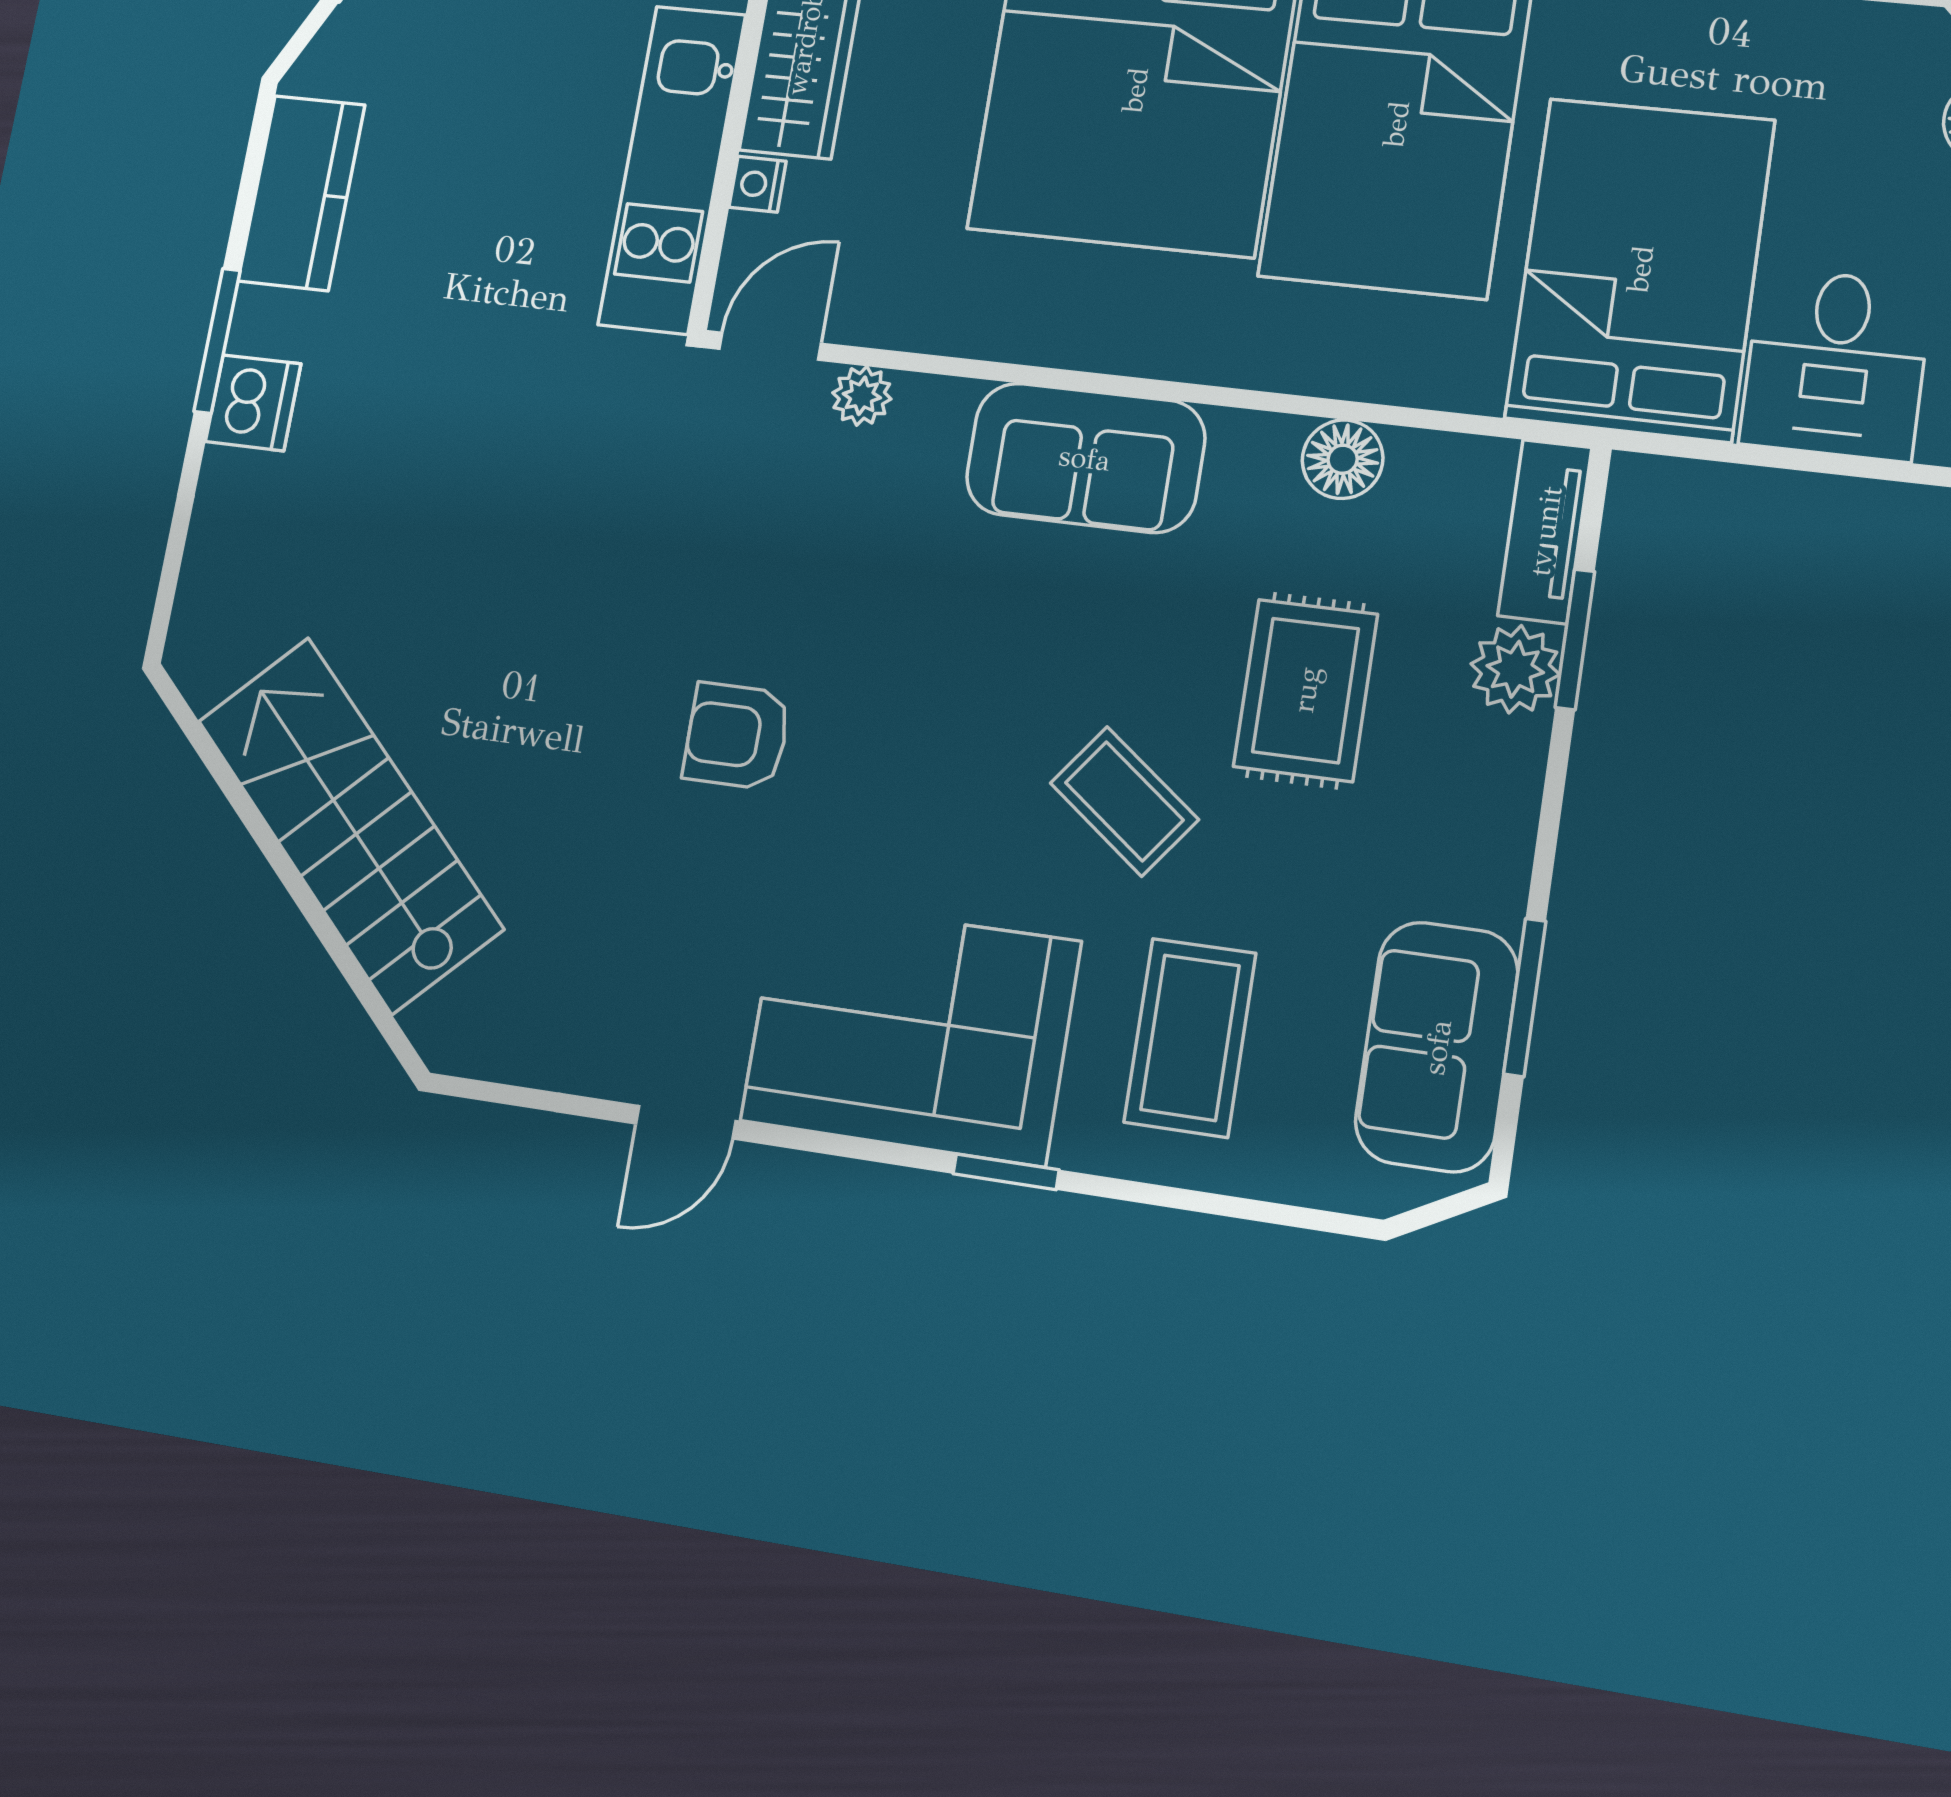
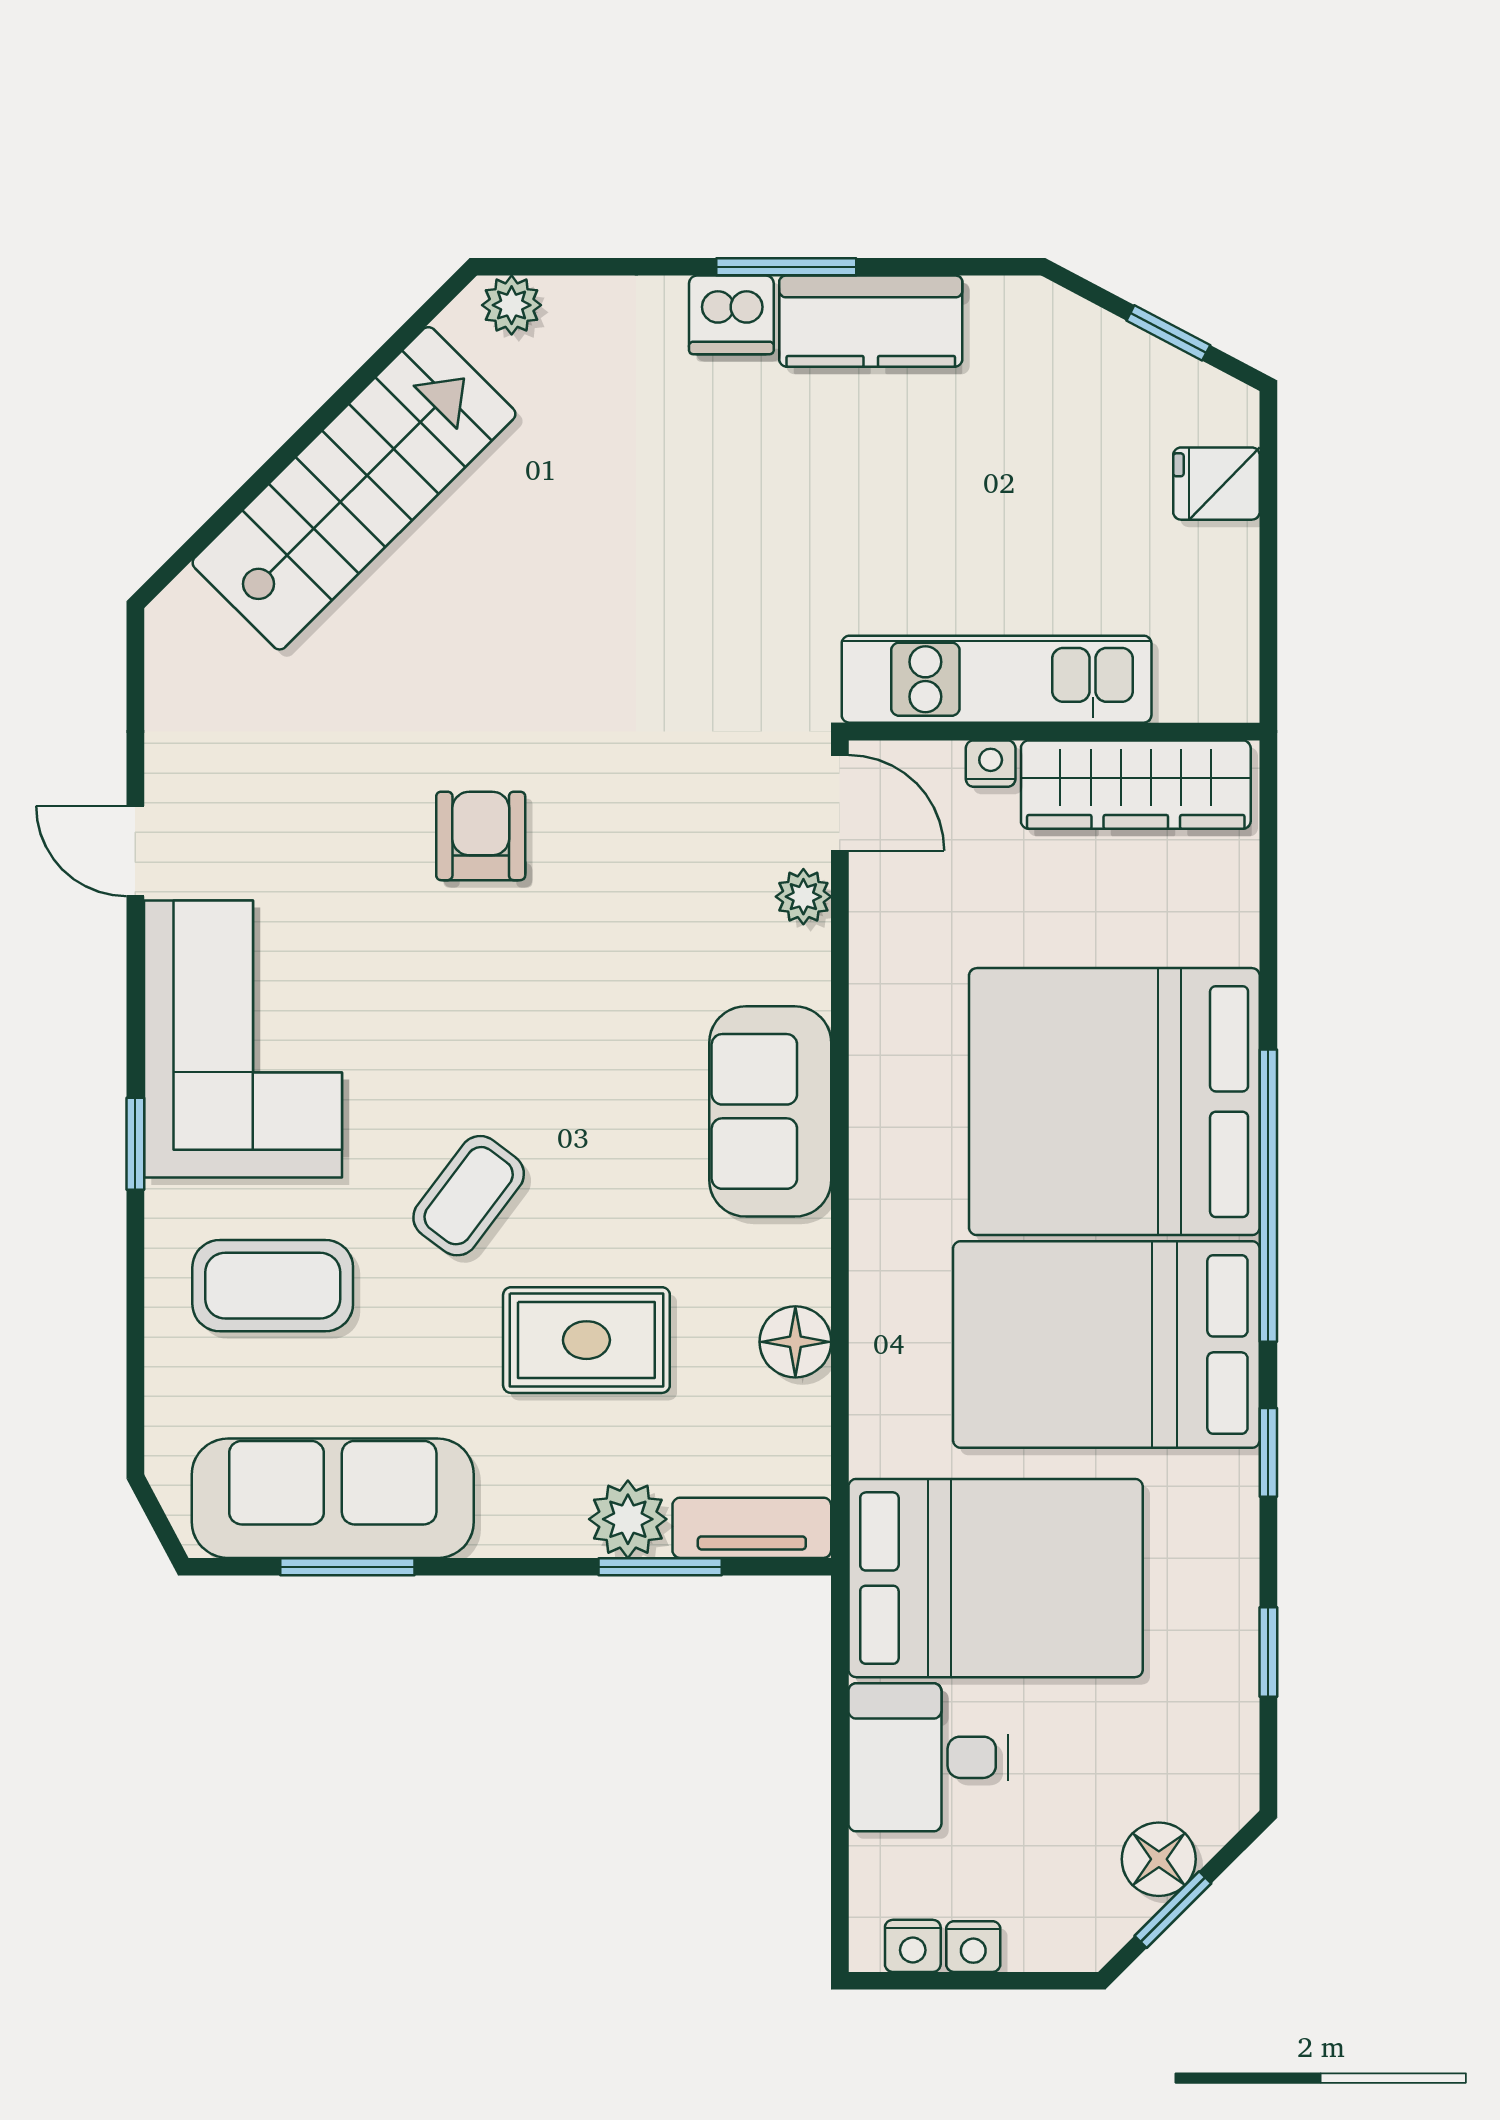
kitchen counter: (301, 193) -> (871, 321), moved
plant: (198, 631) -> (512, 305), added
sofa: (1437, 1047) -> (333, 1498), width x1.36

